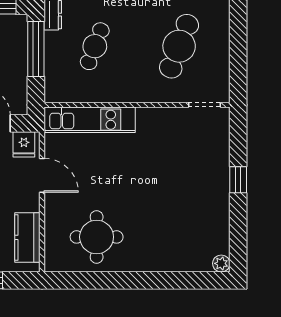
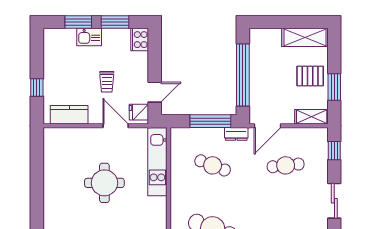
door: (42, 175) -> (116, 126), swing flipped
round table: (97, 237) -> (104, 183), moved

